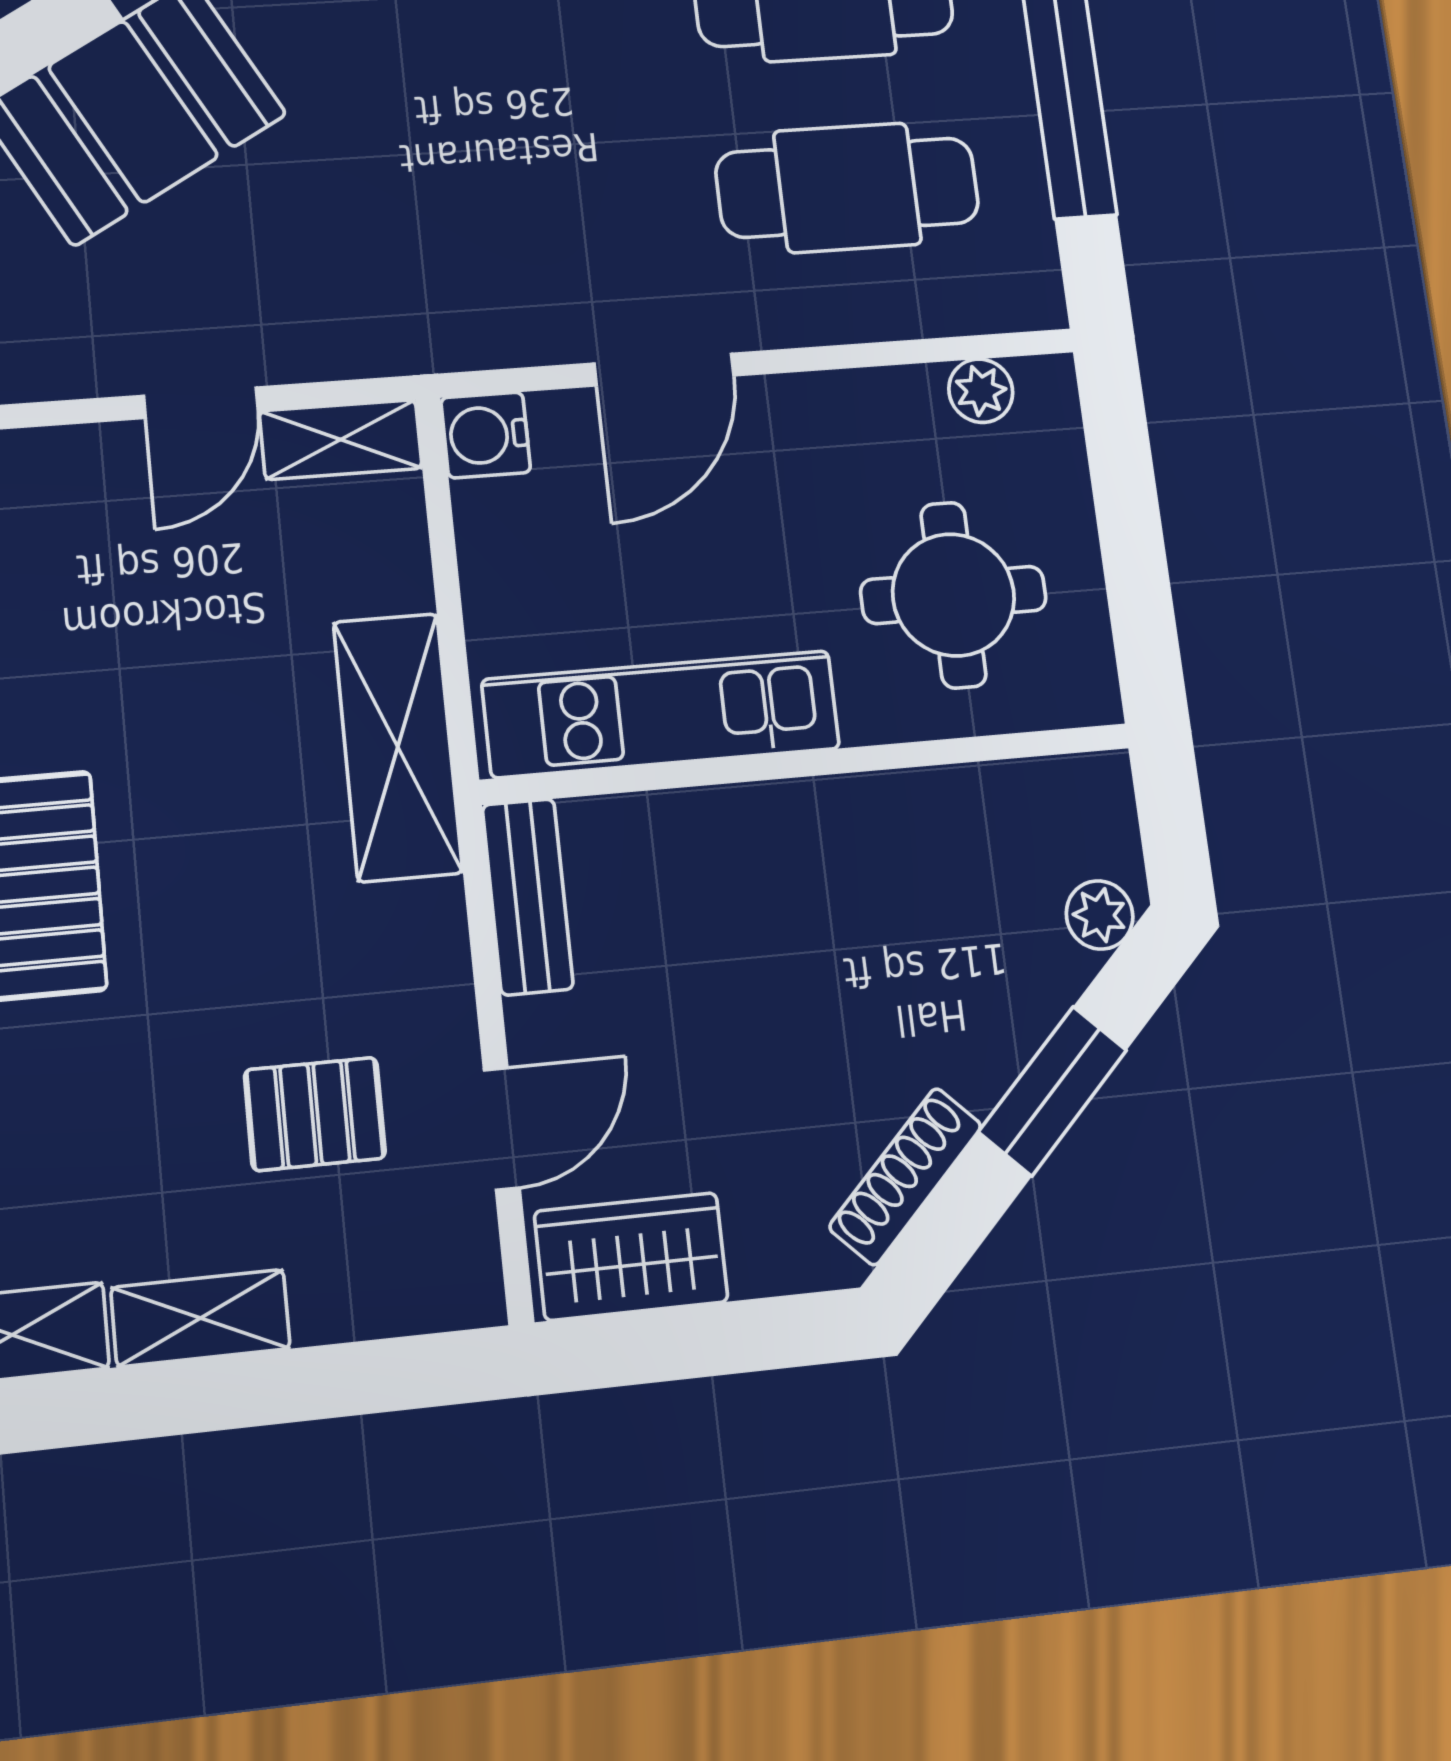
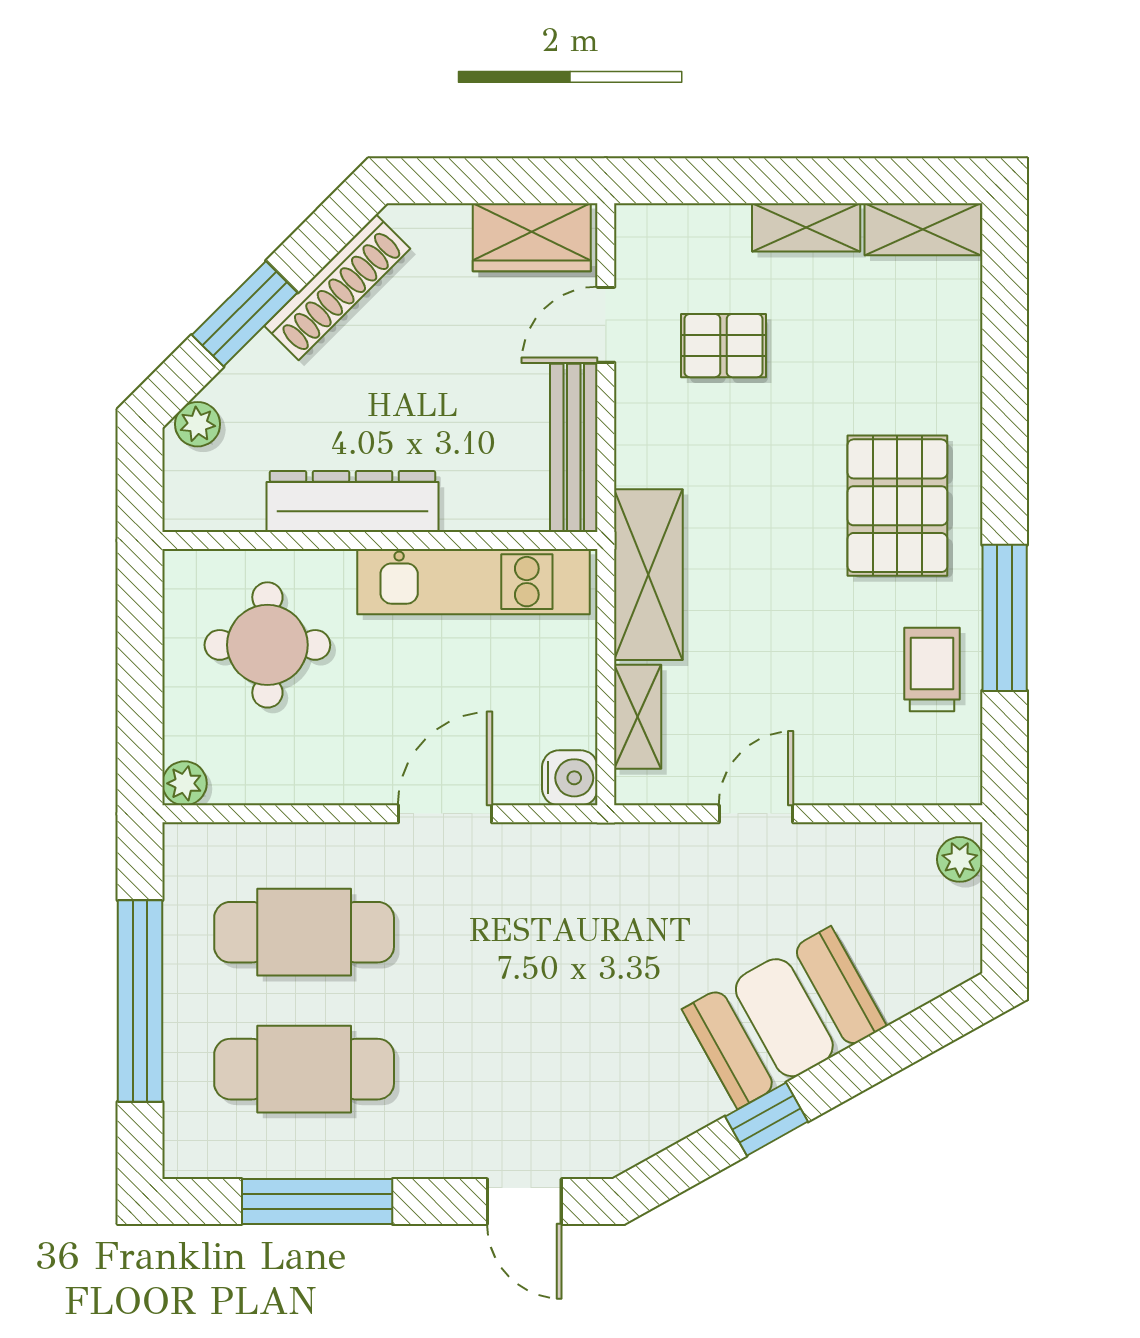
plant: (981, 391) -> (184, 783), moved
shelving: (341, 440) -> (638, 717), moved, turned 90
dresser: (856, 819) -> (352, 501), added
bench: (528, 897) -> (574, 448), width x1.36
shoe rack: (906, 1176) -> (337, 287), width x1.36, depth x1.24

